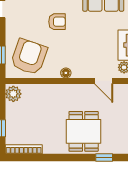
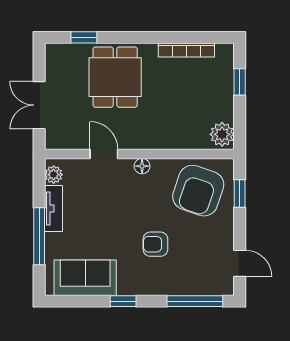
door: (104, 81) -> (104, 154), moved
bookcase: (24, 149) -> (186, 50), moved

